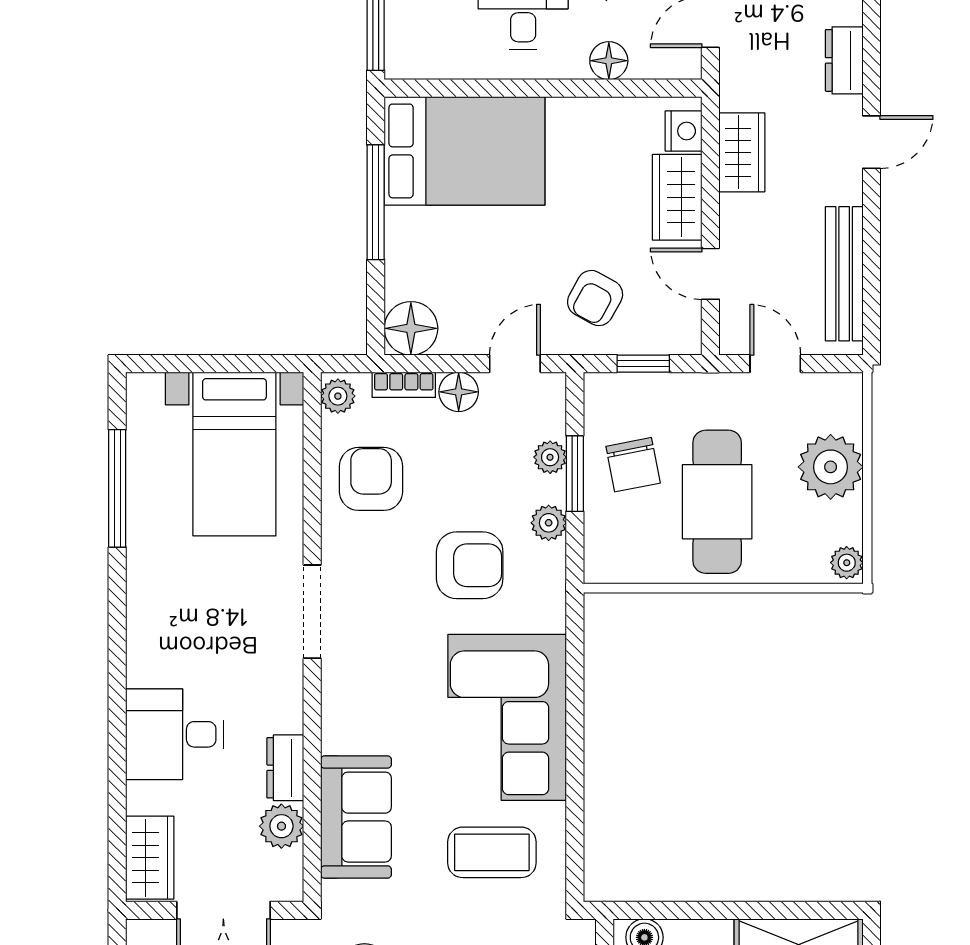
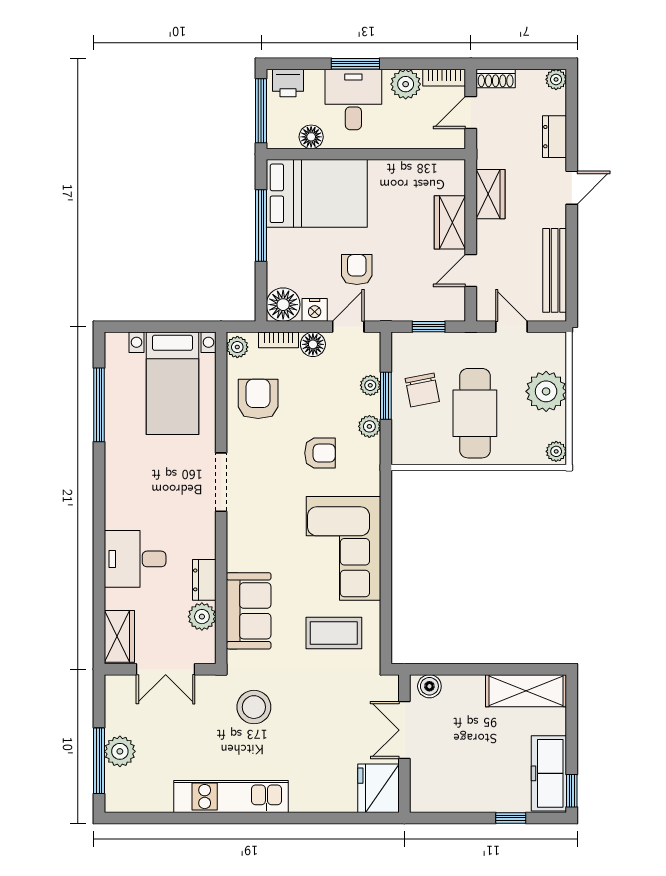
floor lamp: (609, 61) -> (311, 137), moved
nightstand: (684, 131) -> (315, 310), moved, turned 90
door: (710, 274) -> (471, 270), hinge flipped
armchair: (595, 298) -> (357, 270), moved, turned 151
armchair: (470, 565) -> (320, 453), width x0.72, depth x0.72

